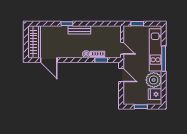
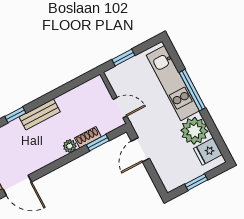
door: (121, 75) -> (140, 150), swing flipped

